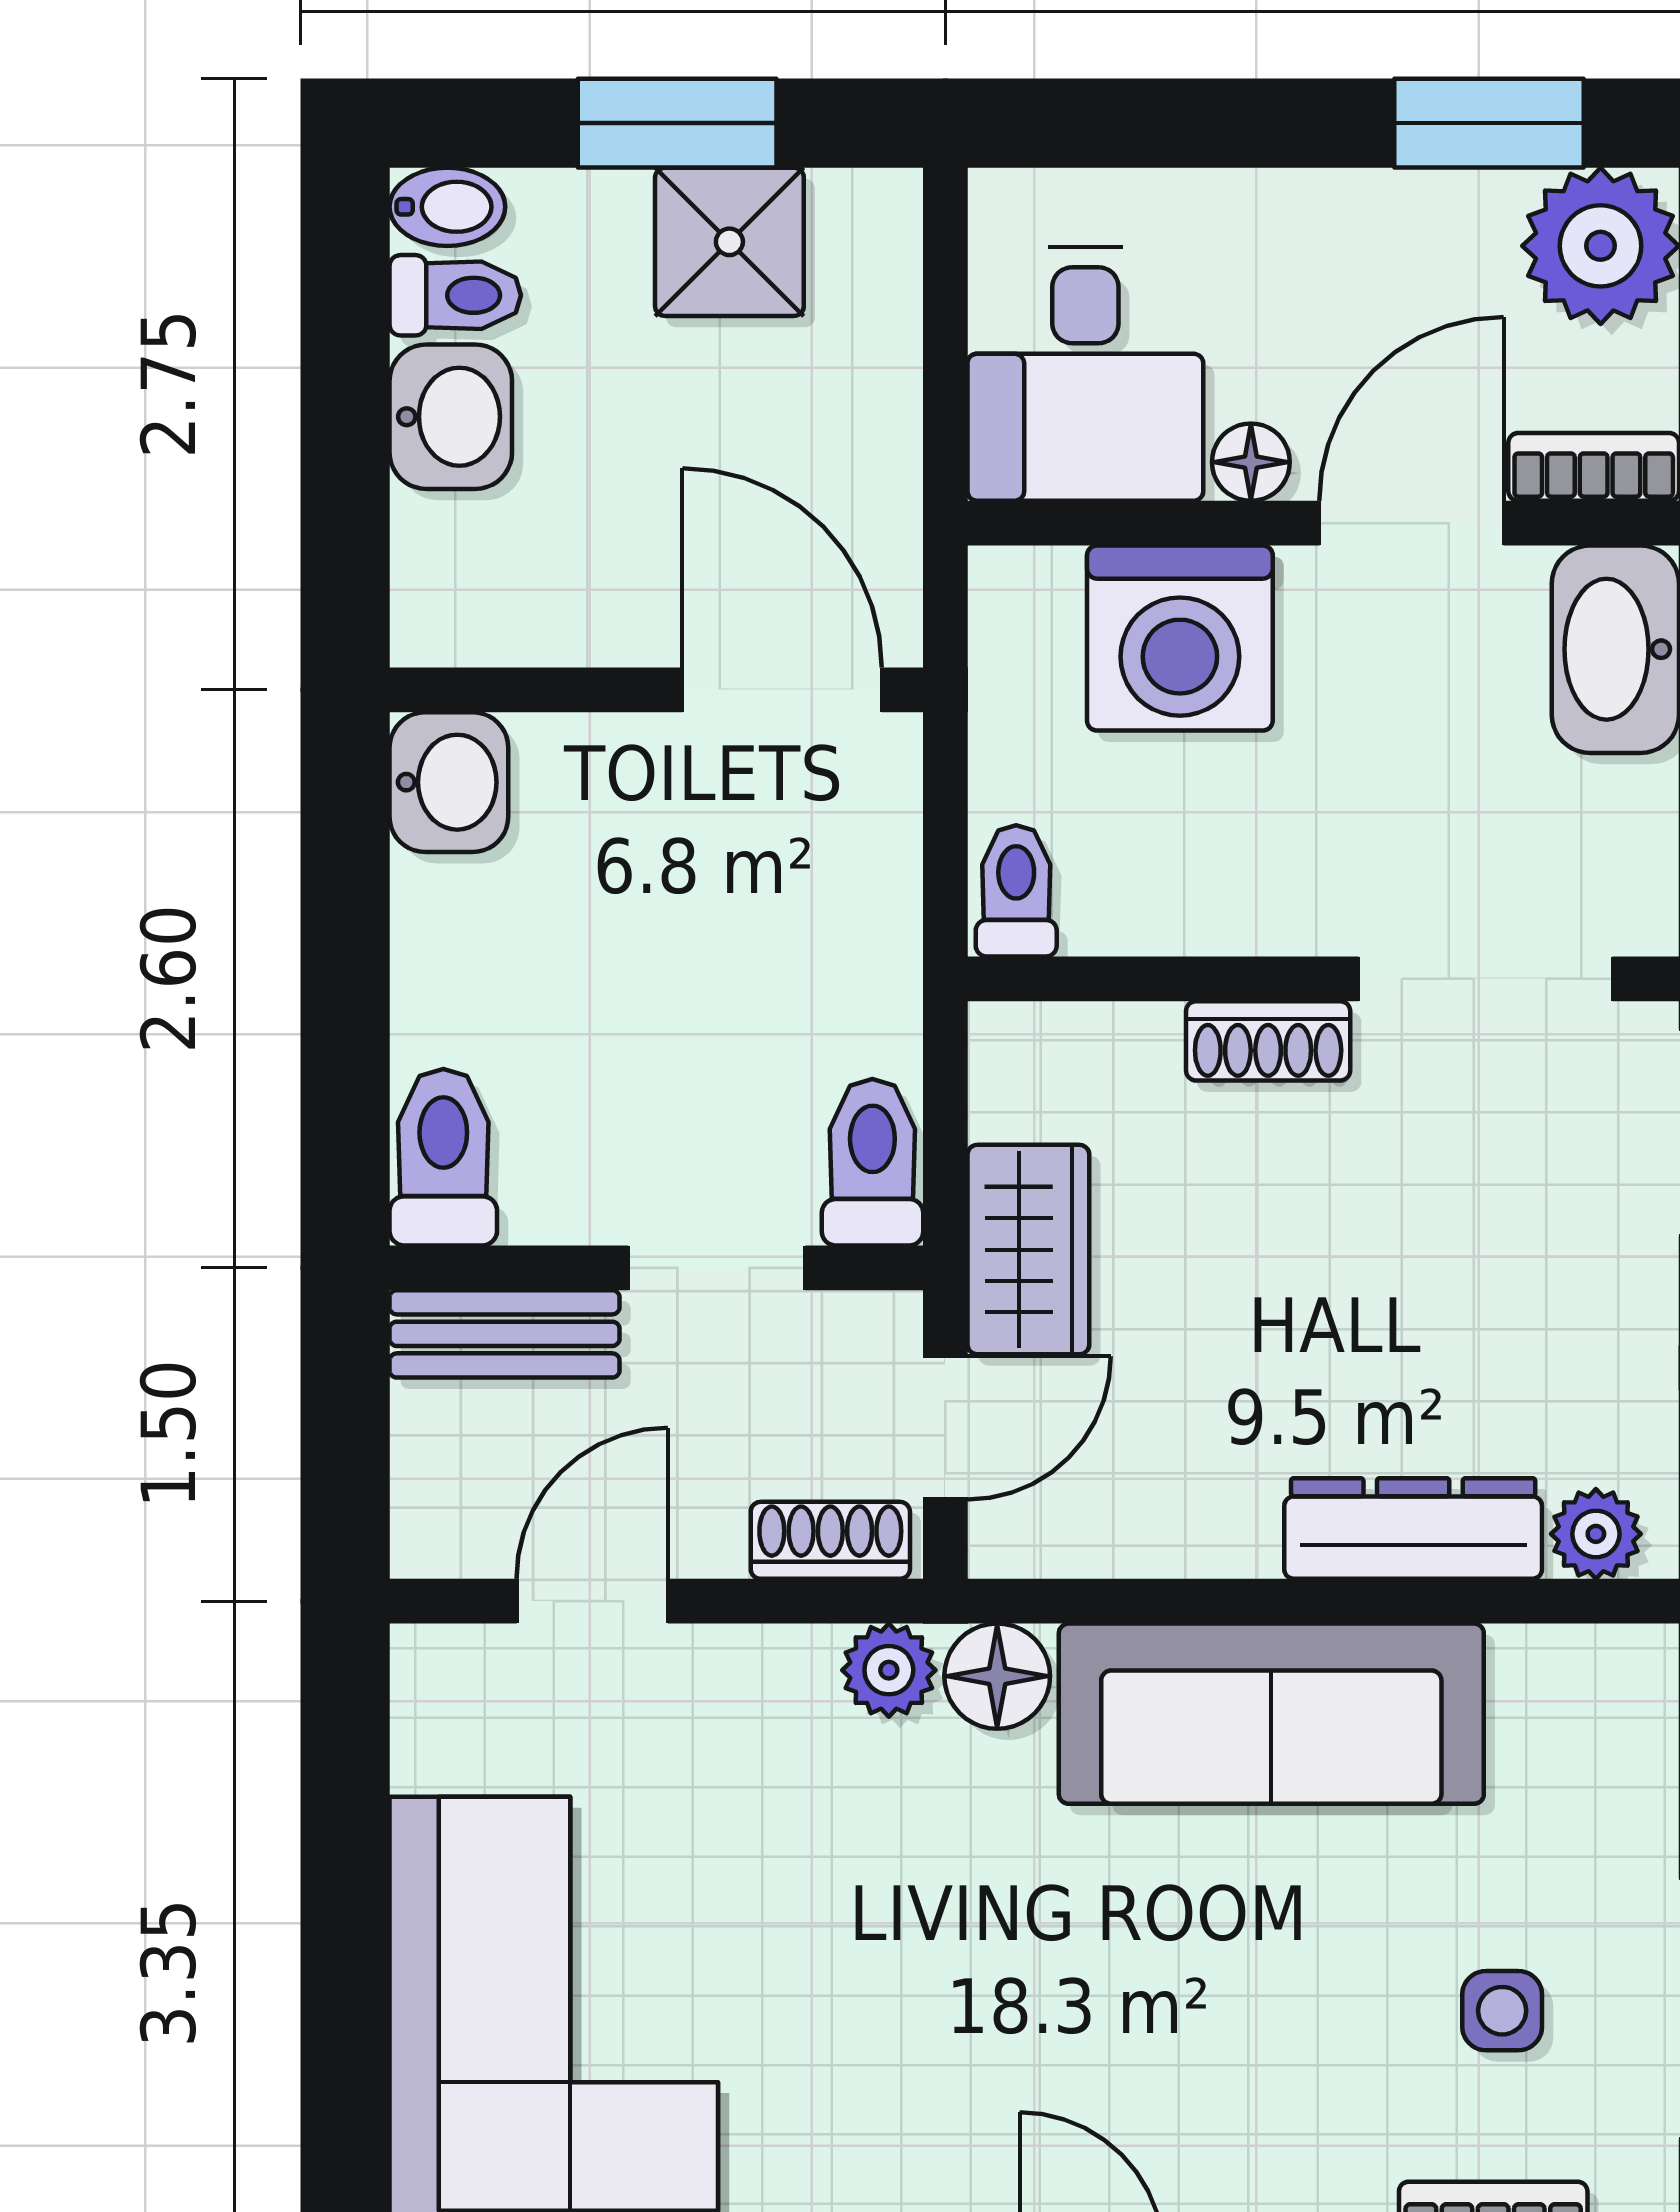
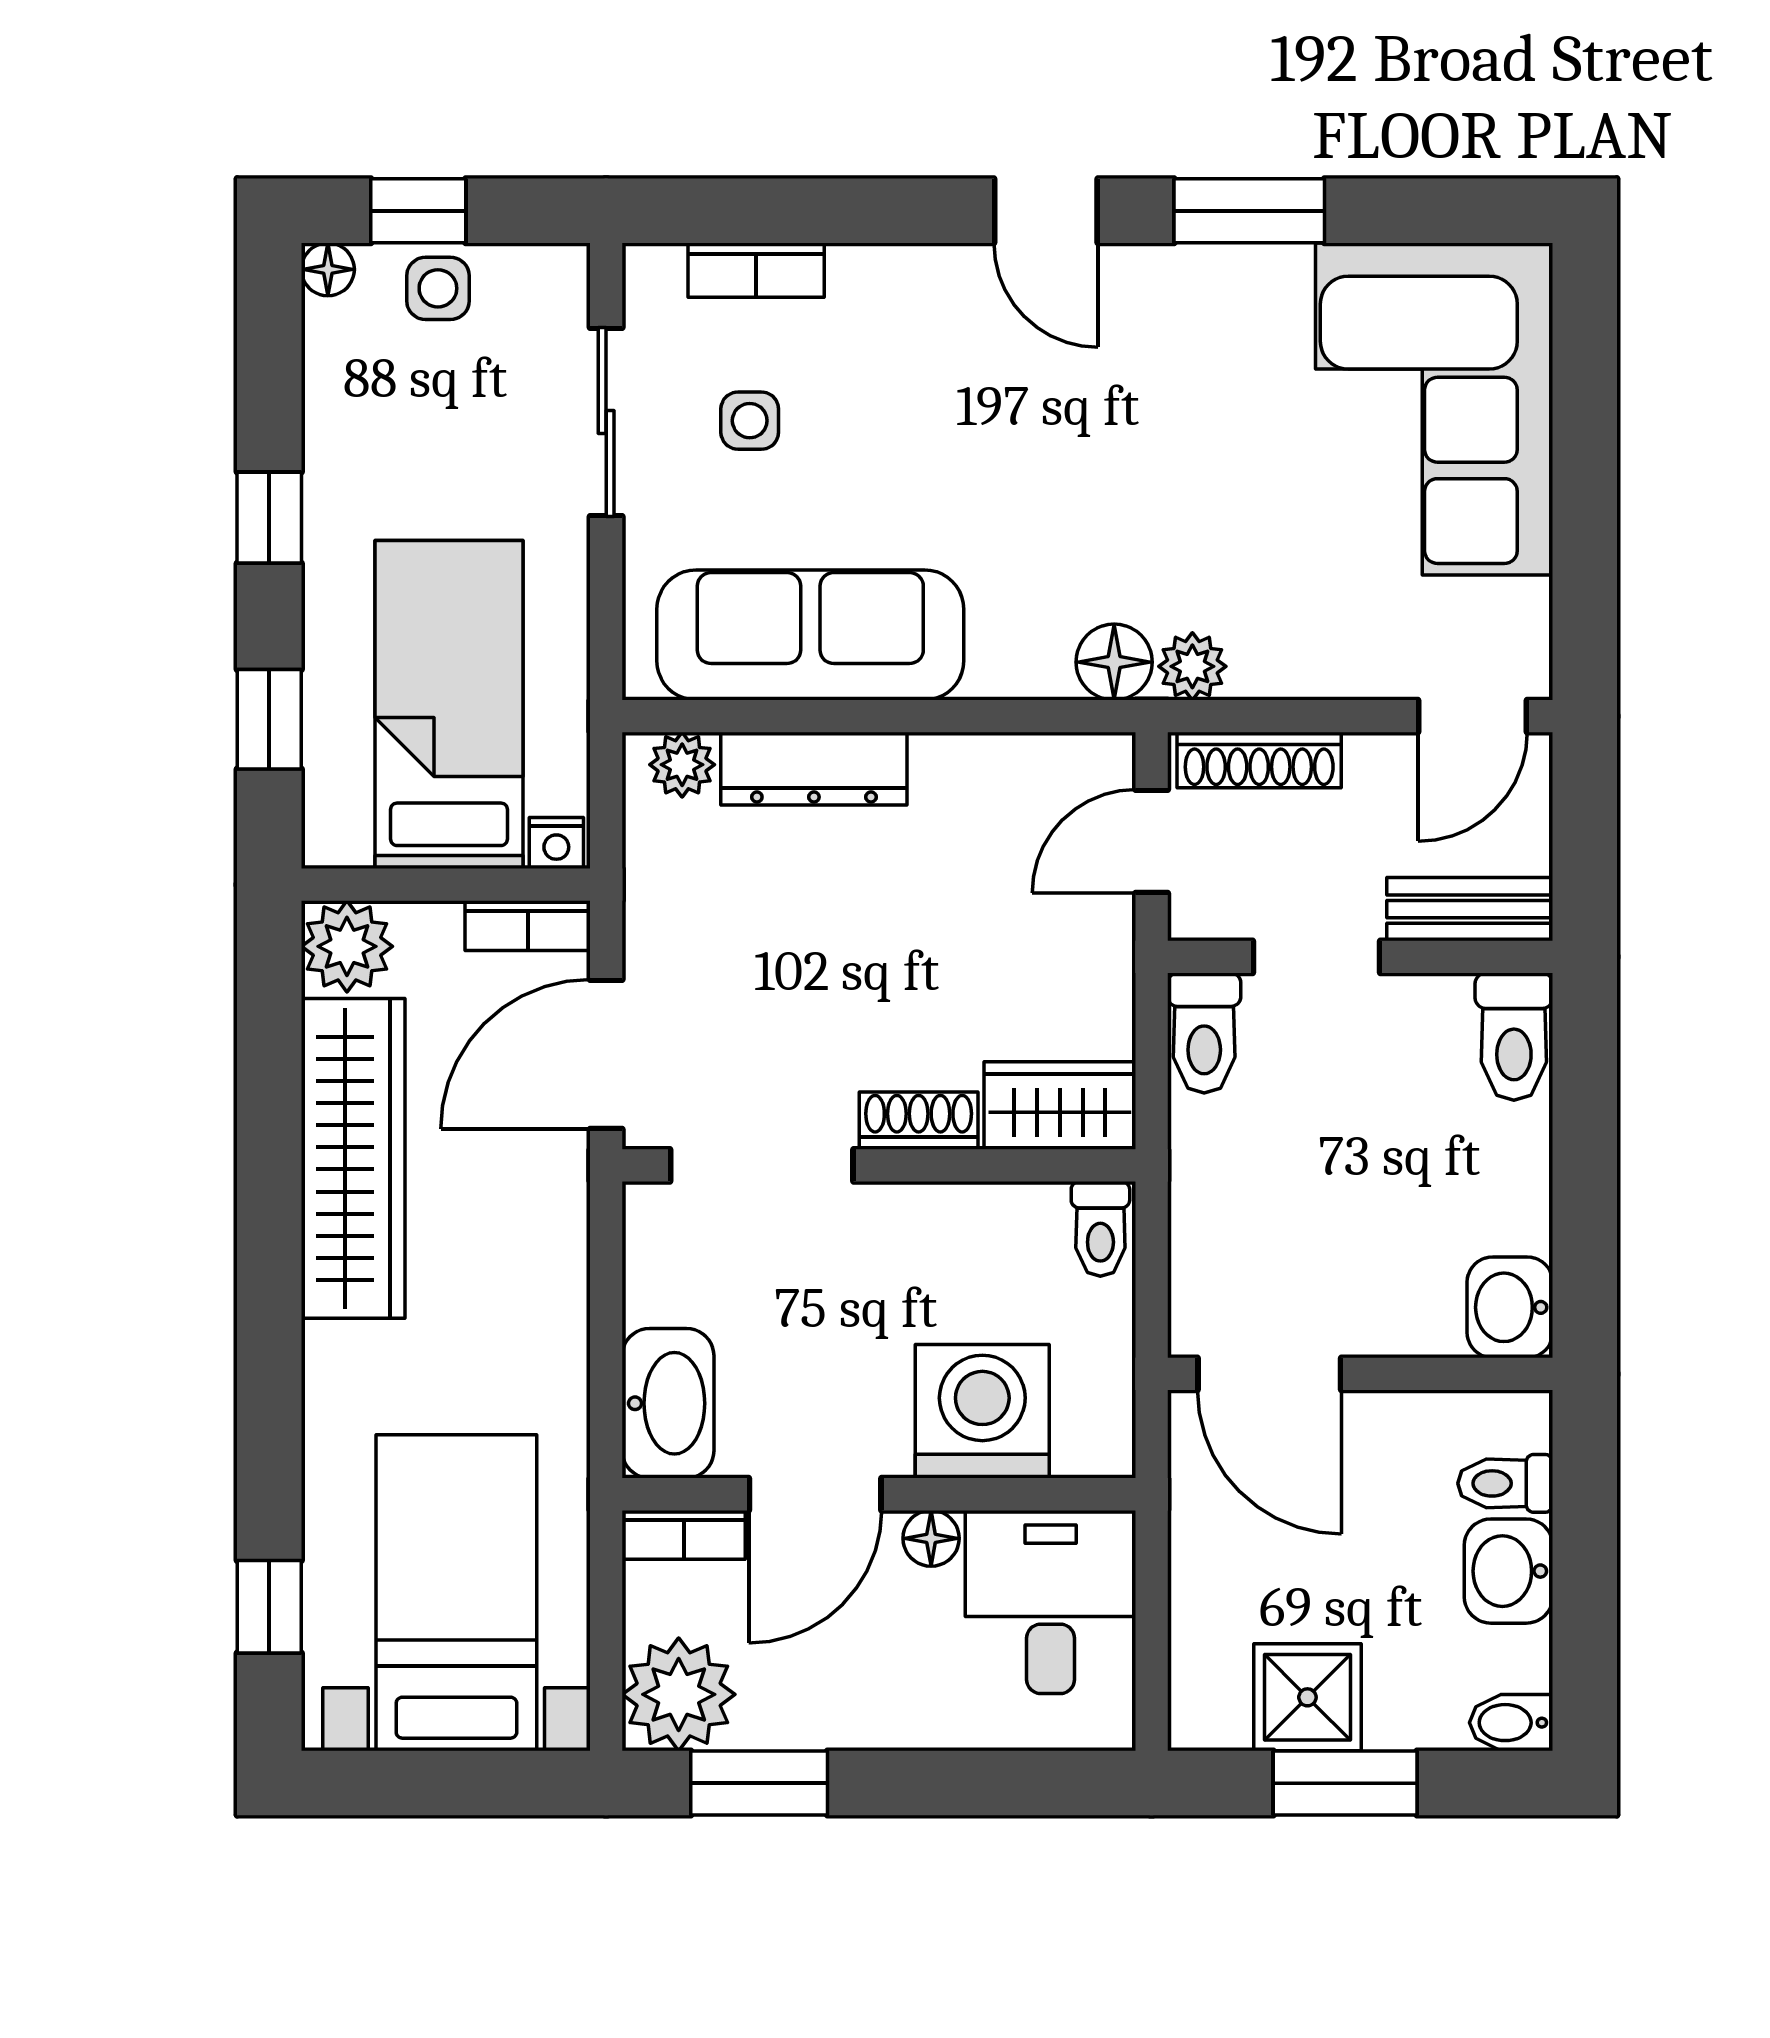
toilet: (455, 295) -> (1505, 1483), moved
wardrobe: (1028, 1250) -> (1060, 1105), moved, turned 90
shoe rack: (830, 1540) -> (1259, 760), width x1.43
door: (592, 1601) -> (1473, 716), moved
sofa: (1271, 1714) -> (810, 635), moved

